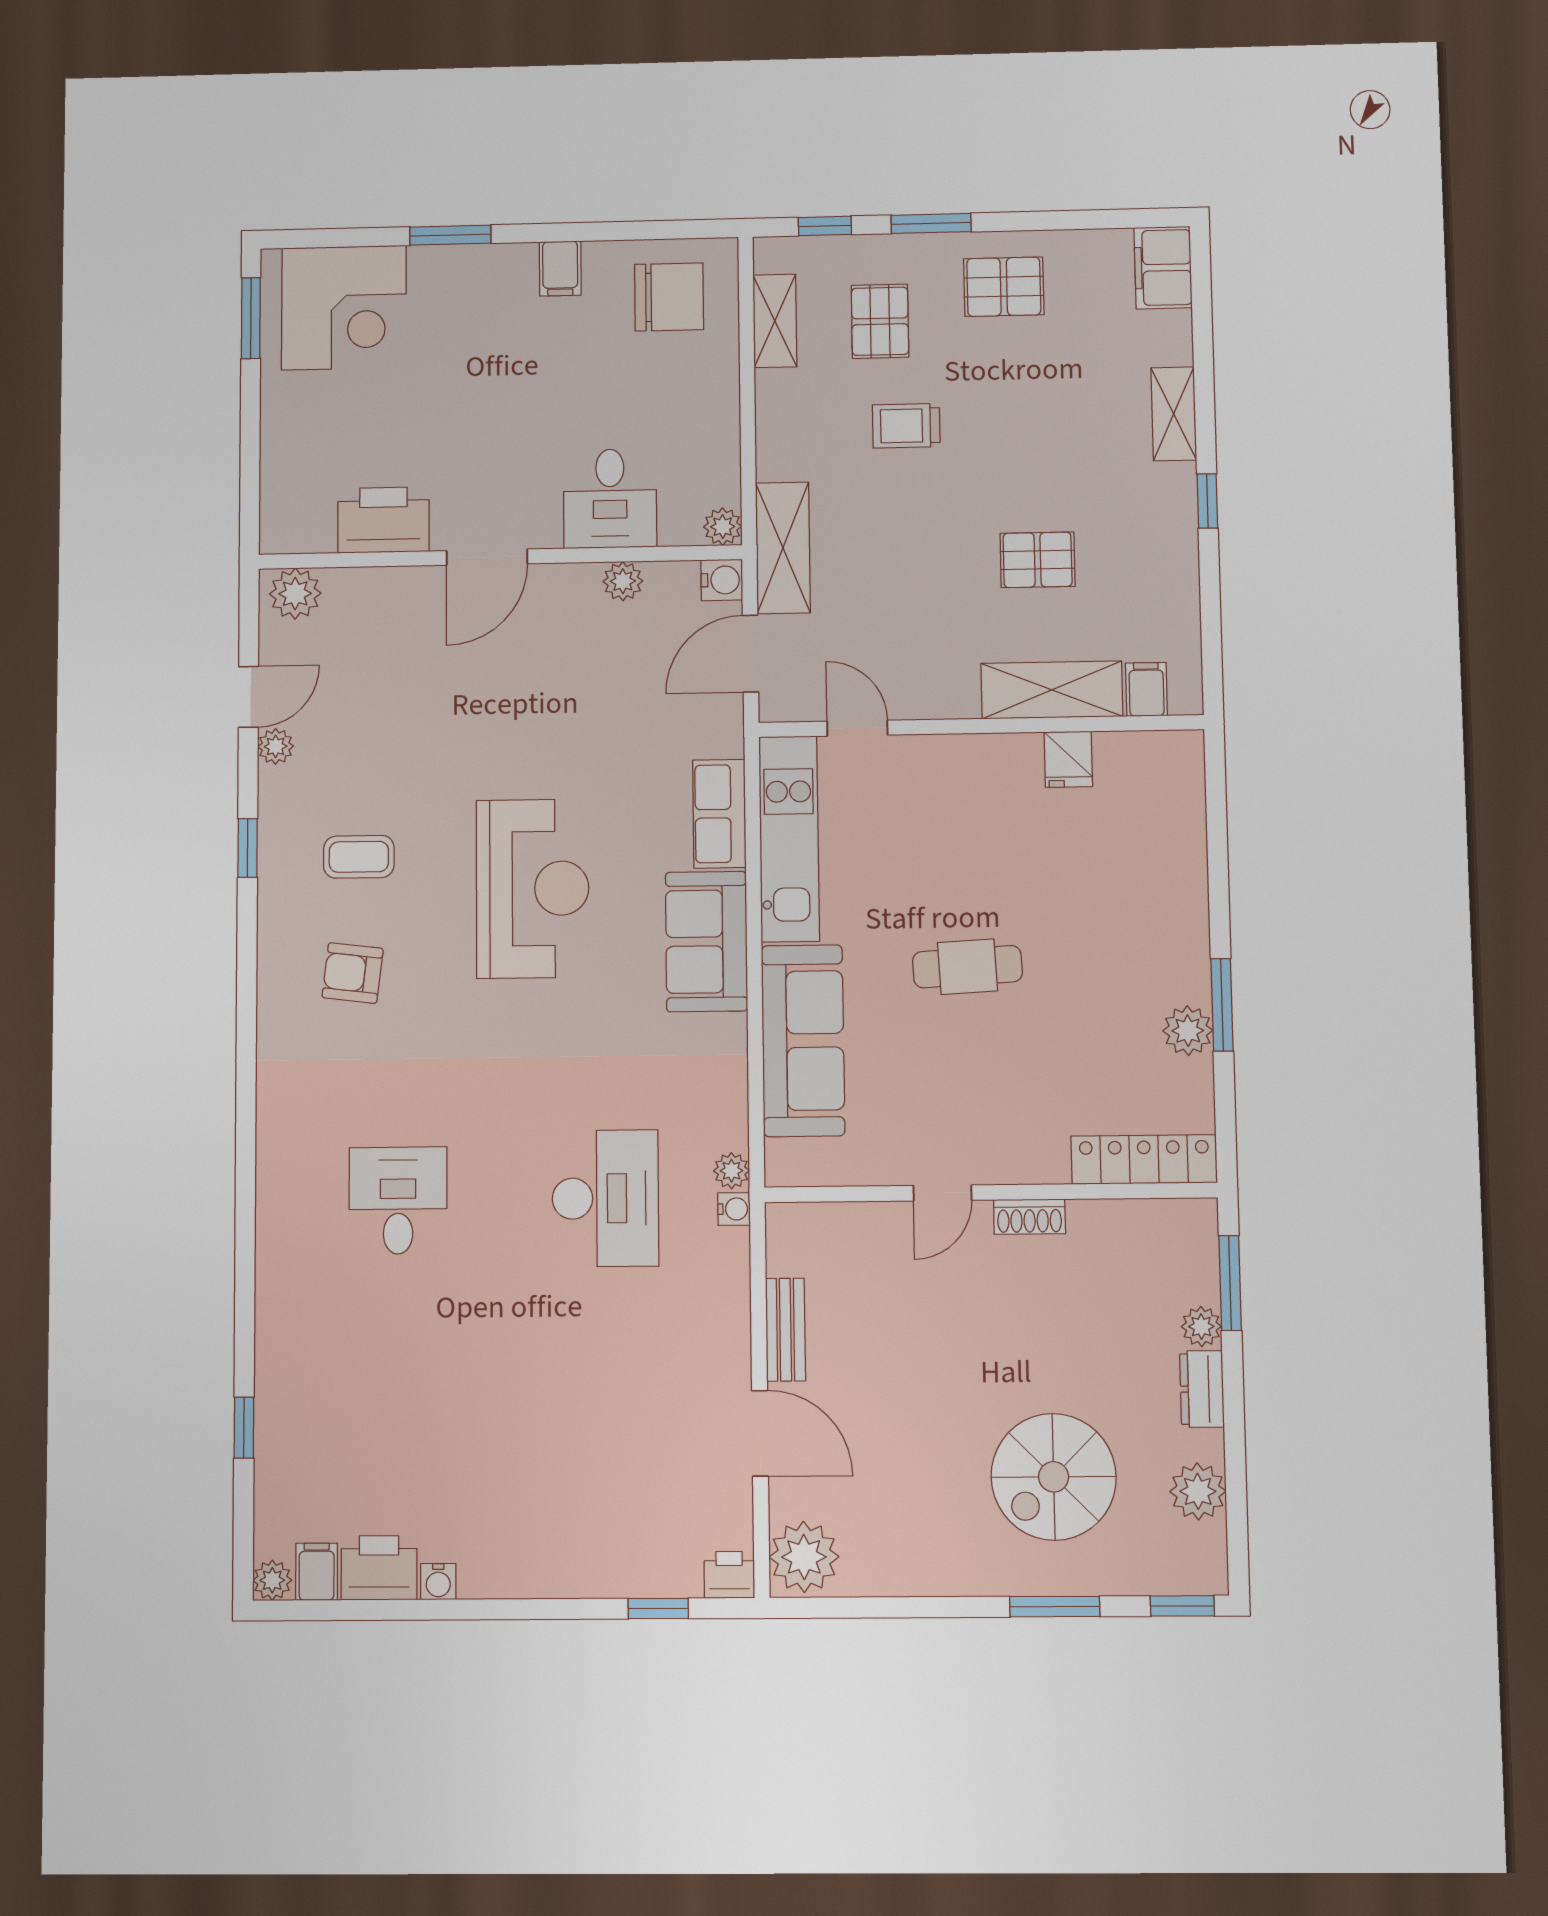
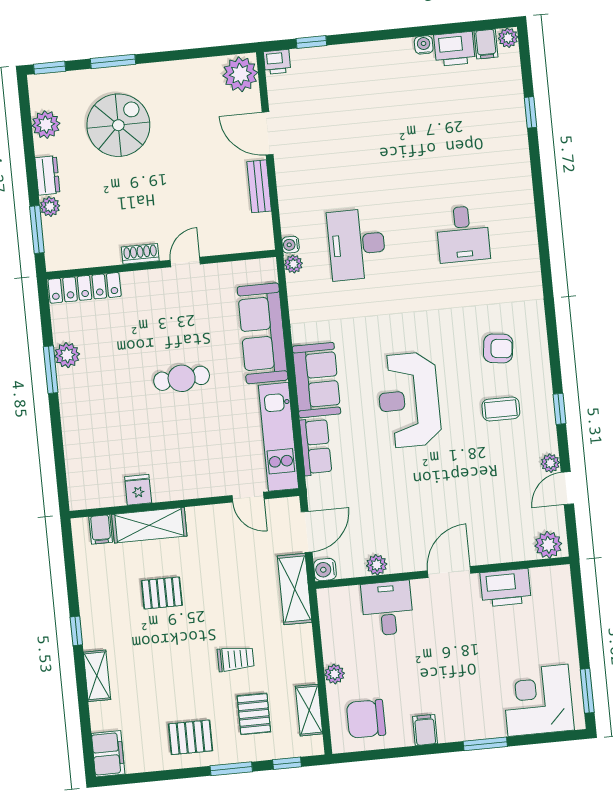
plant: (723, 527) -> (334, 674), moved

